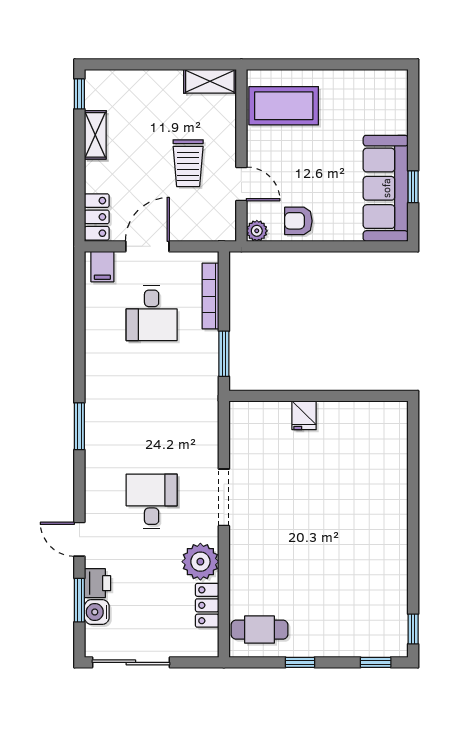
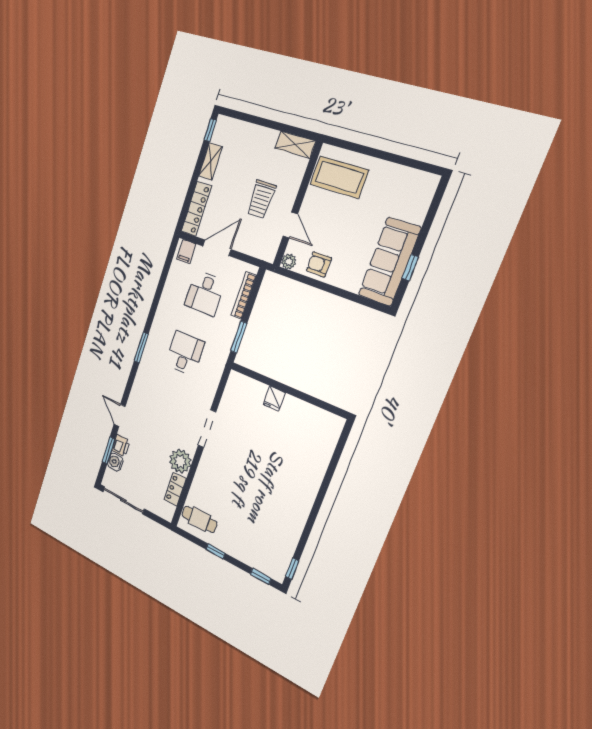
locker: (97, 217) -> (196, 209), width x1.53
desk: (152, 501) -> (185, 353), moved

